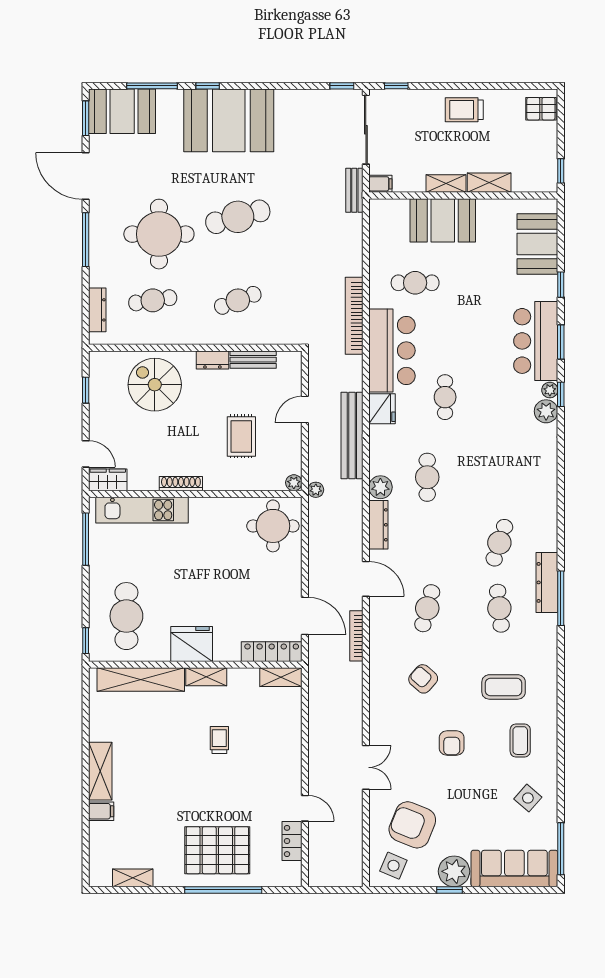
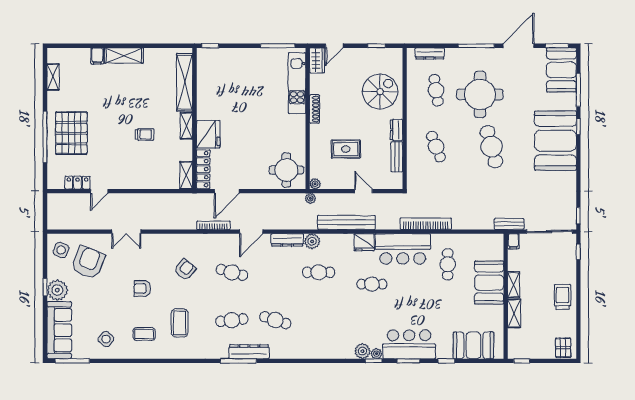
cafe table: (126, 616) -> (227, 73), removed
fridge: (192, 644) -> (208, 134), moved

